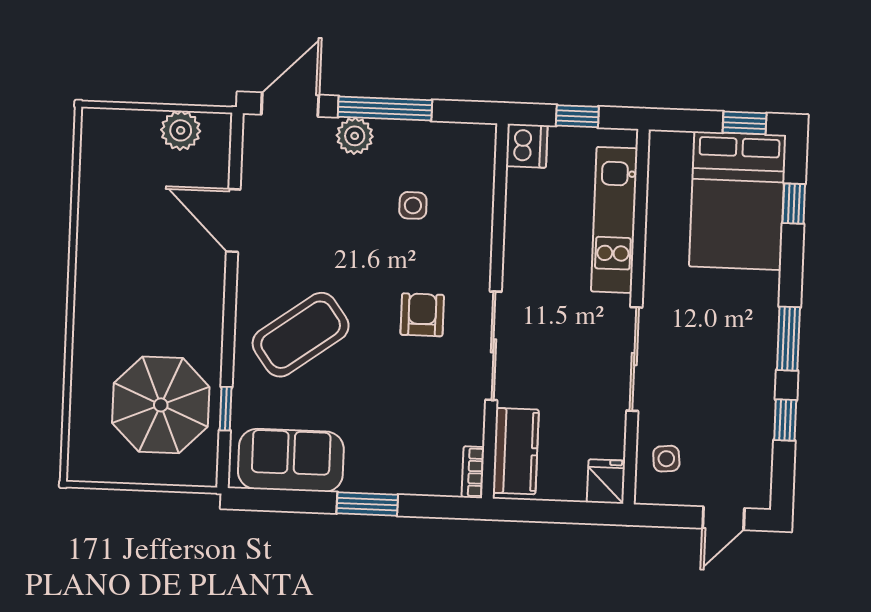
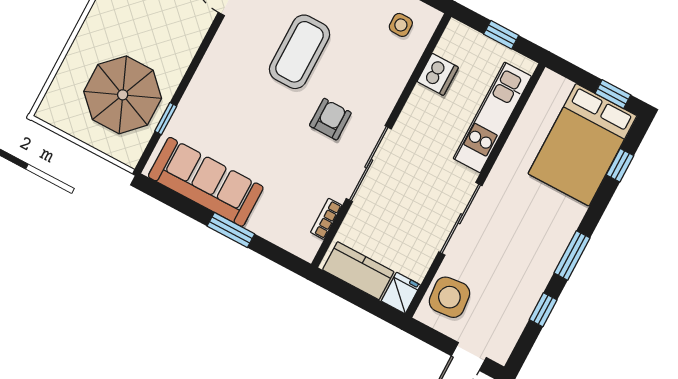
dishwasher: (527, 146) -> (438, 74), moved
side table: (413, 205) -> (401, 25), moved
coffee table: (301, 335) -> (300, 52), moved, turned -54
kitchen counter: (516, 451) -> (358, 271), moved, turned -90
side table: (666, 459) -> (449, 297), width x1.87, depth x1.87
sofa: (291, 460) -> (206, 182), width x1.36
bookcase: (473, 472) -> (326, 219), moved

